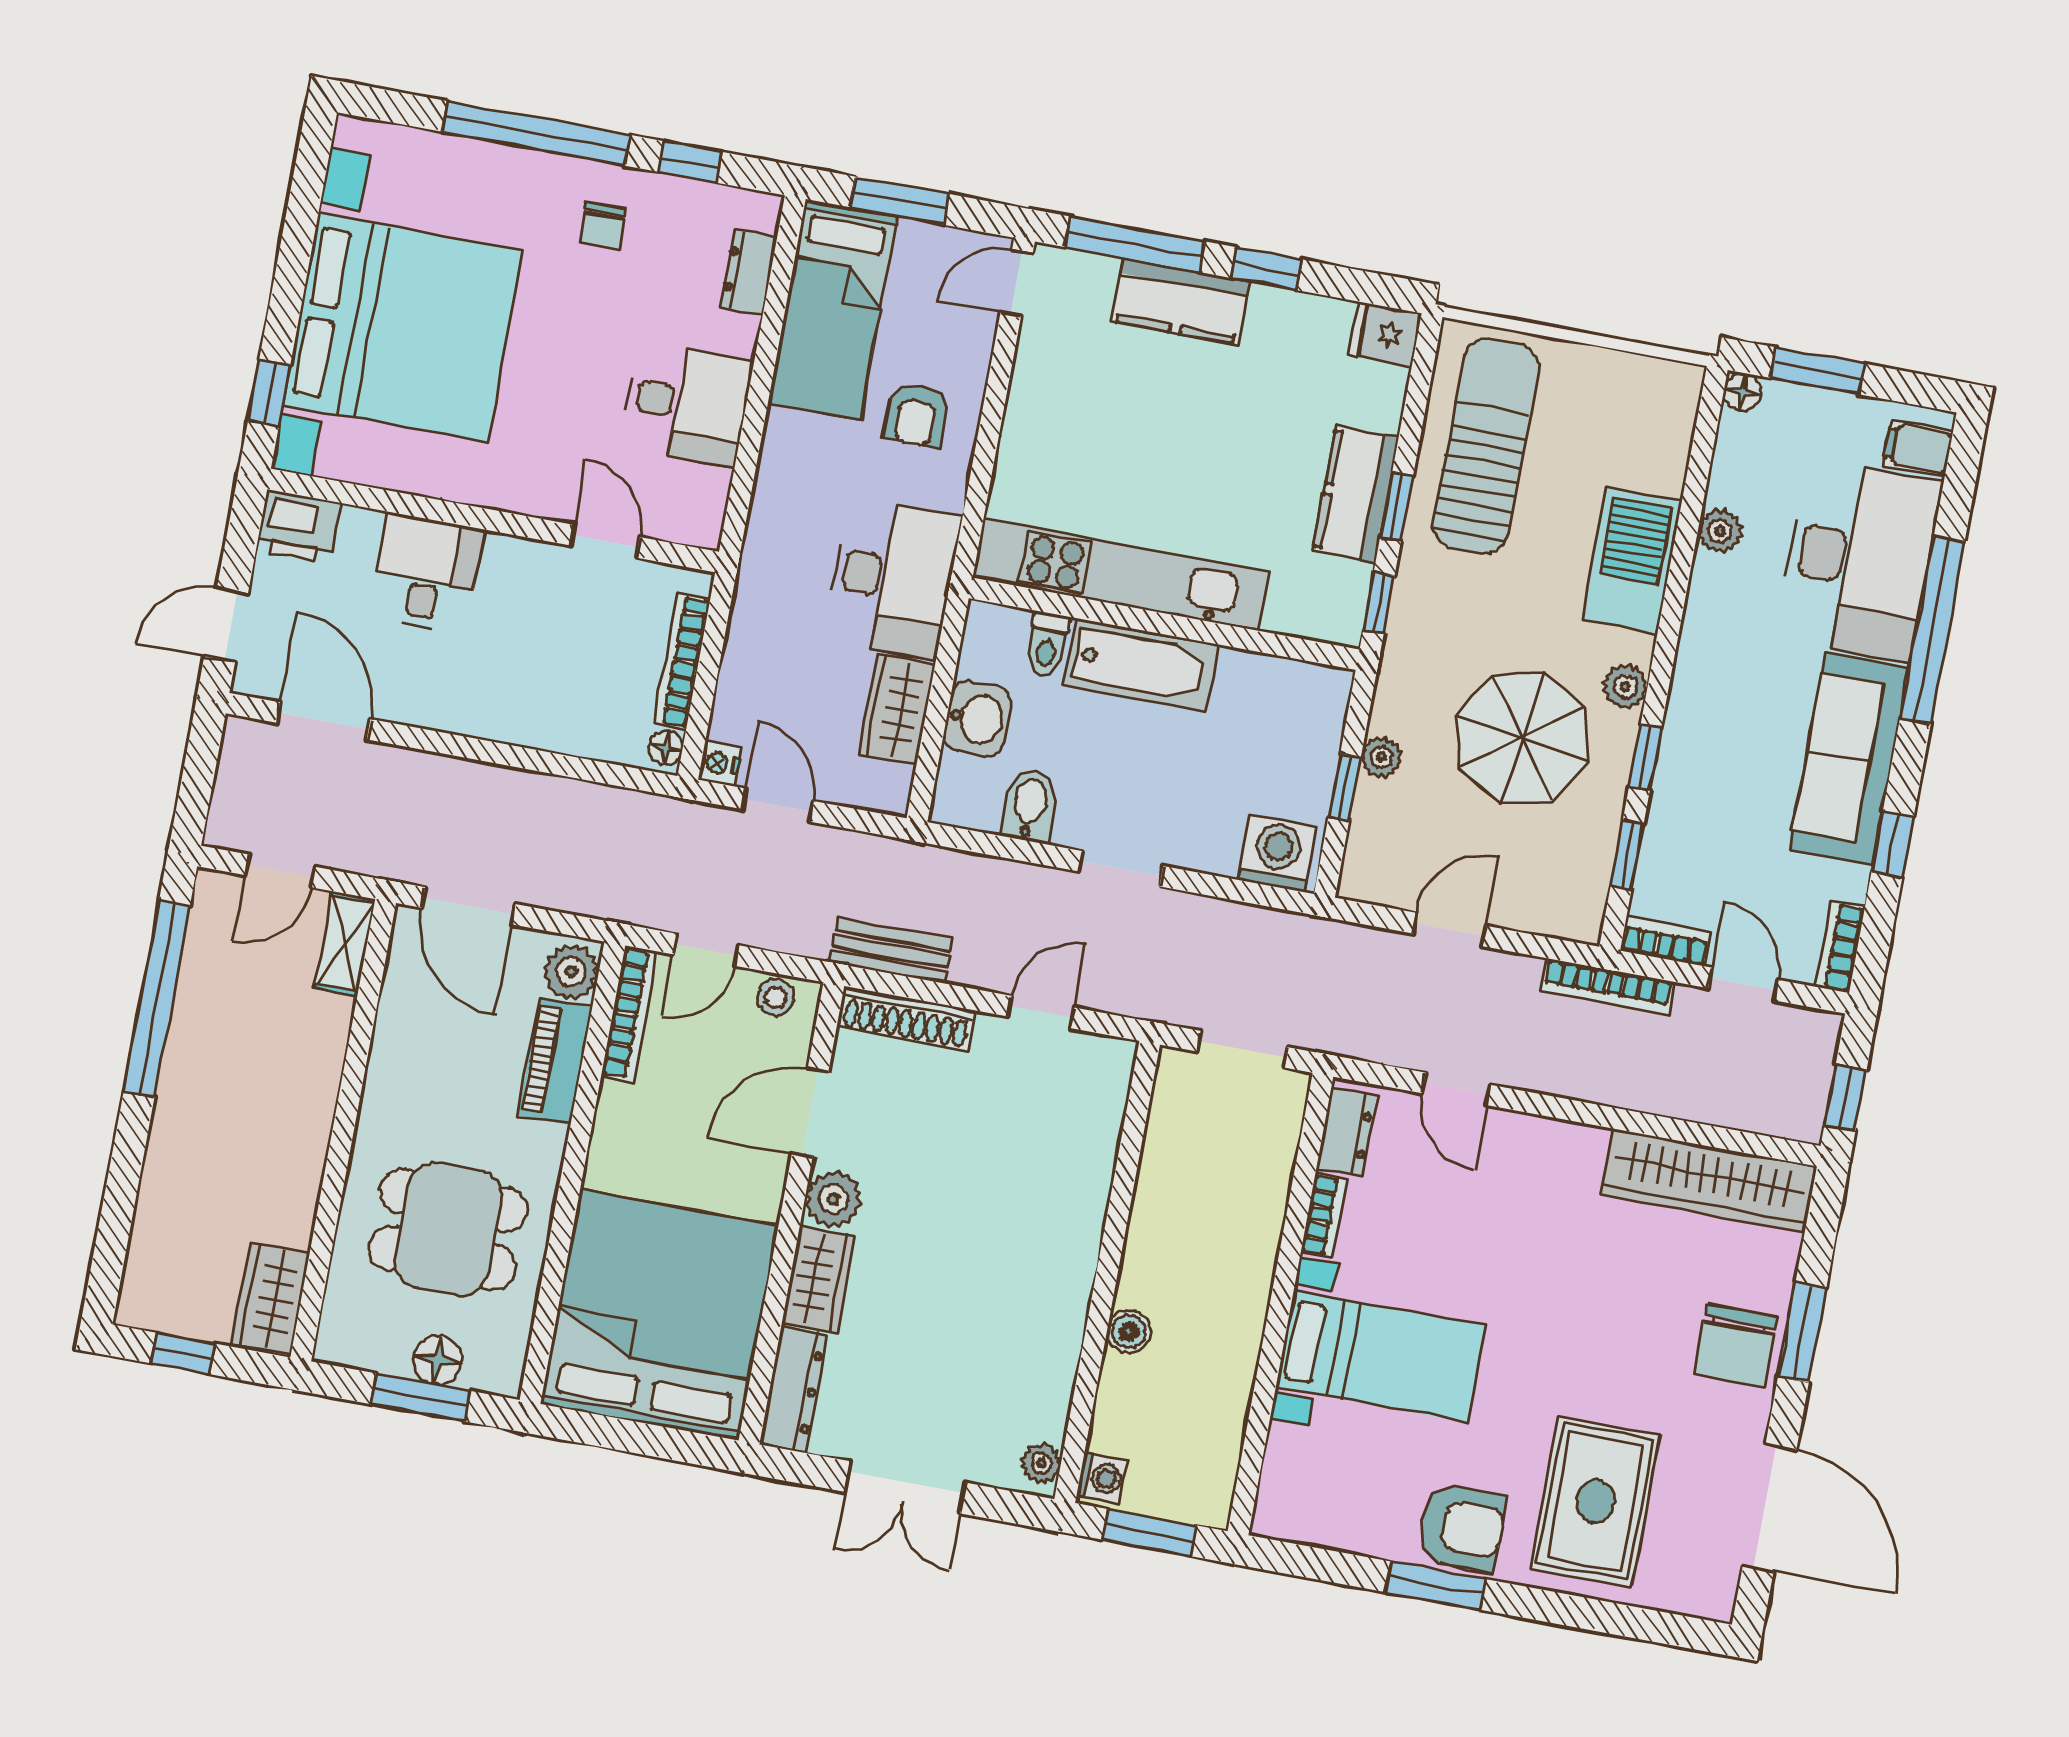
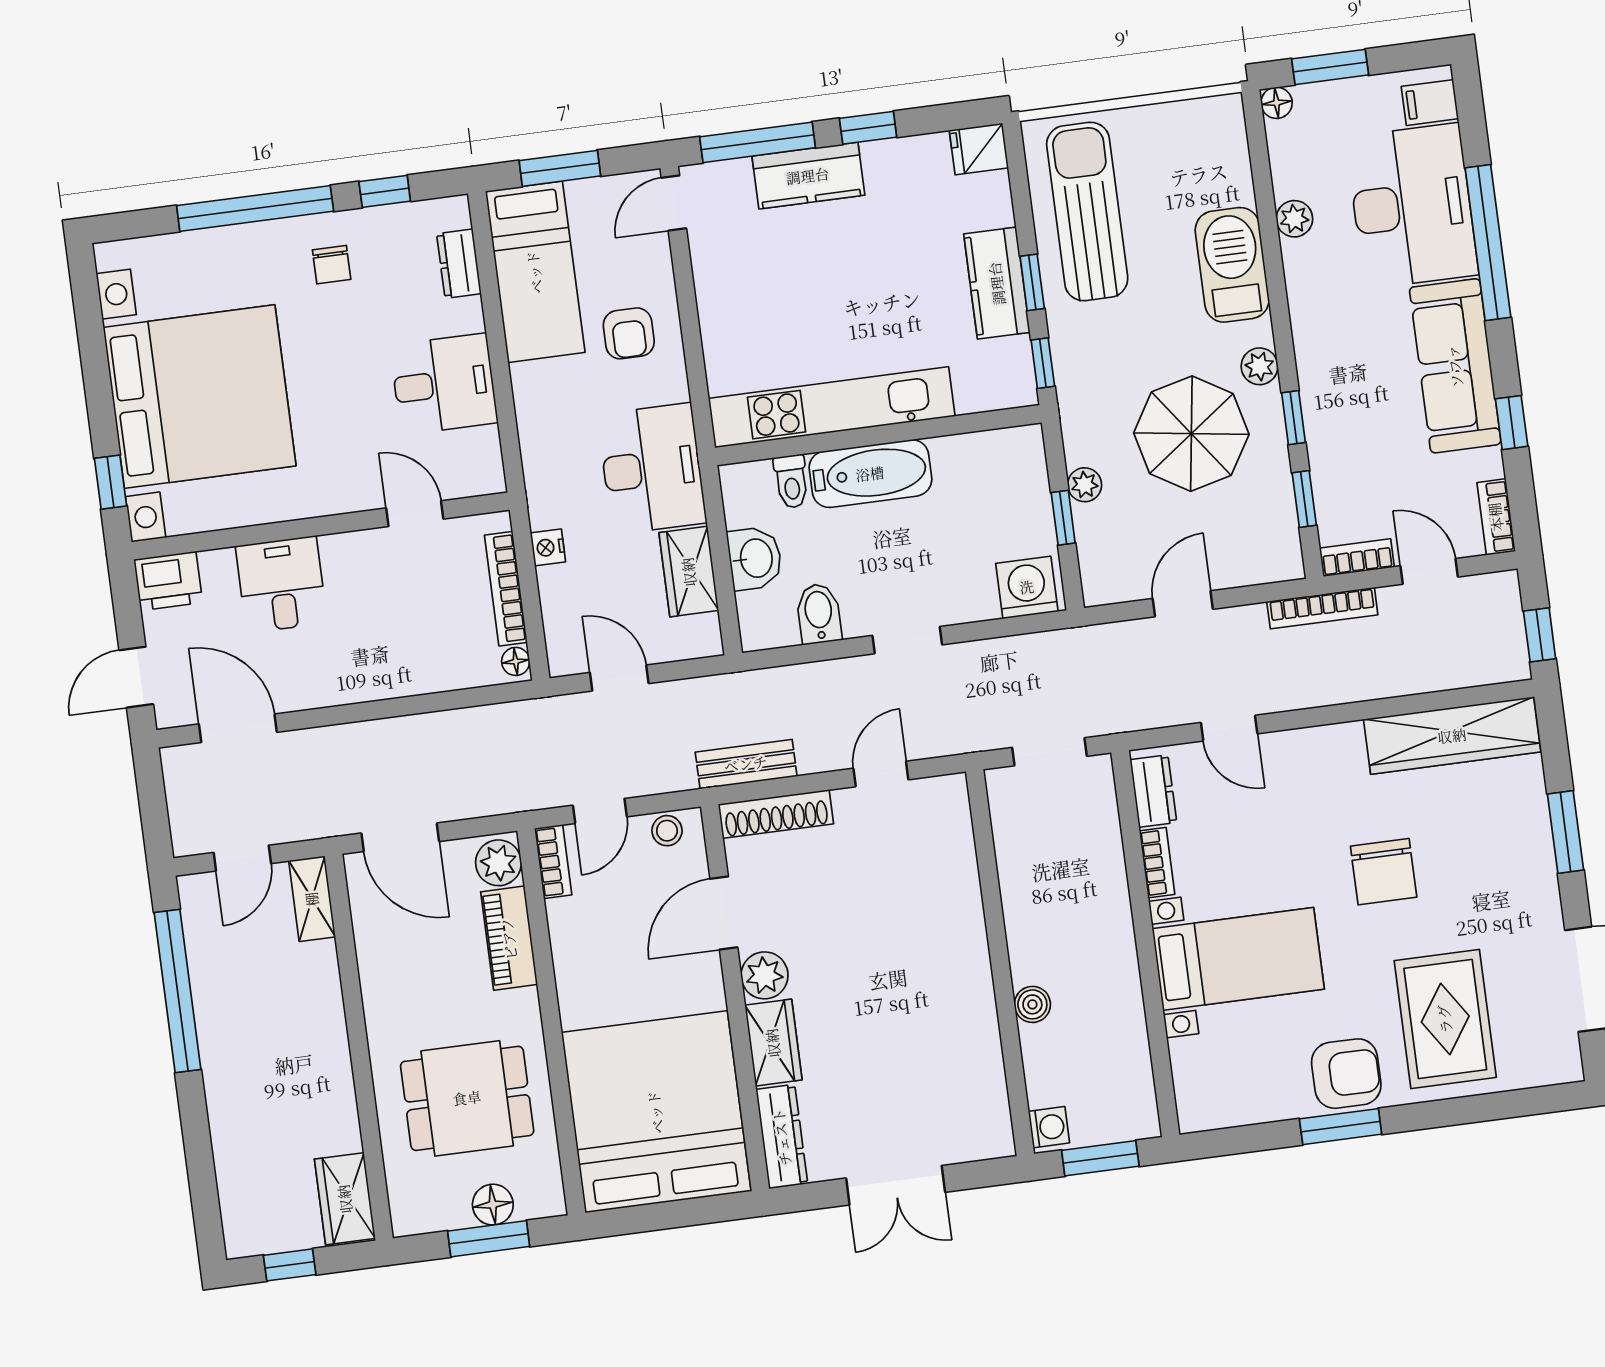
nightstand: (720, 764) -> (548, 547), moved
bookcase: (630, 1014) -> (553, 862), width x0.64
chair: (1736, 1346) -> (1384, 872), moved
plant: (1041, 1463) -> (997, 1131), removed

